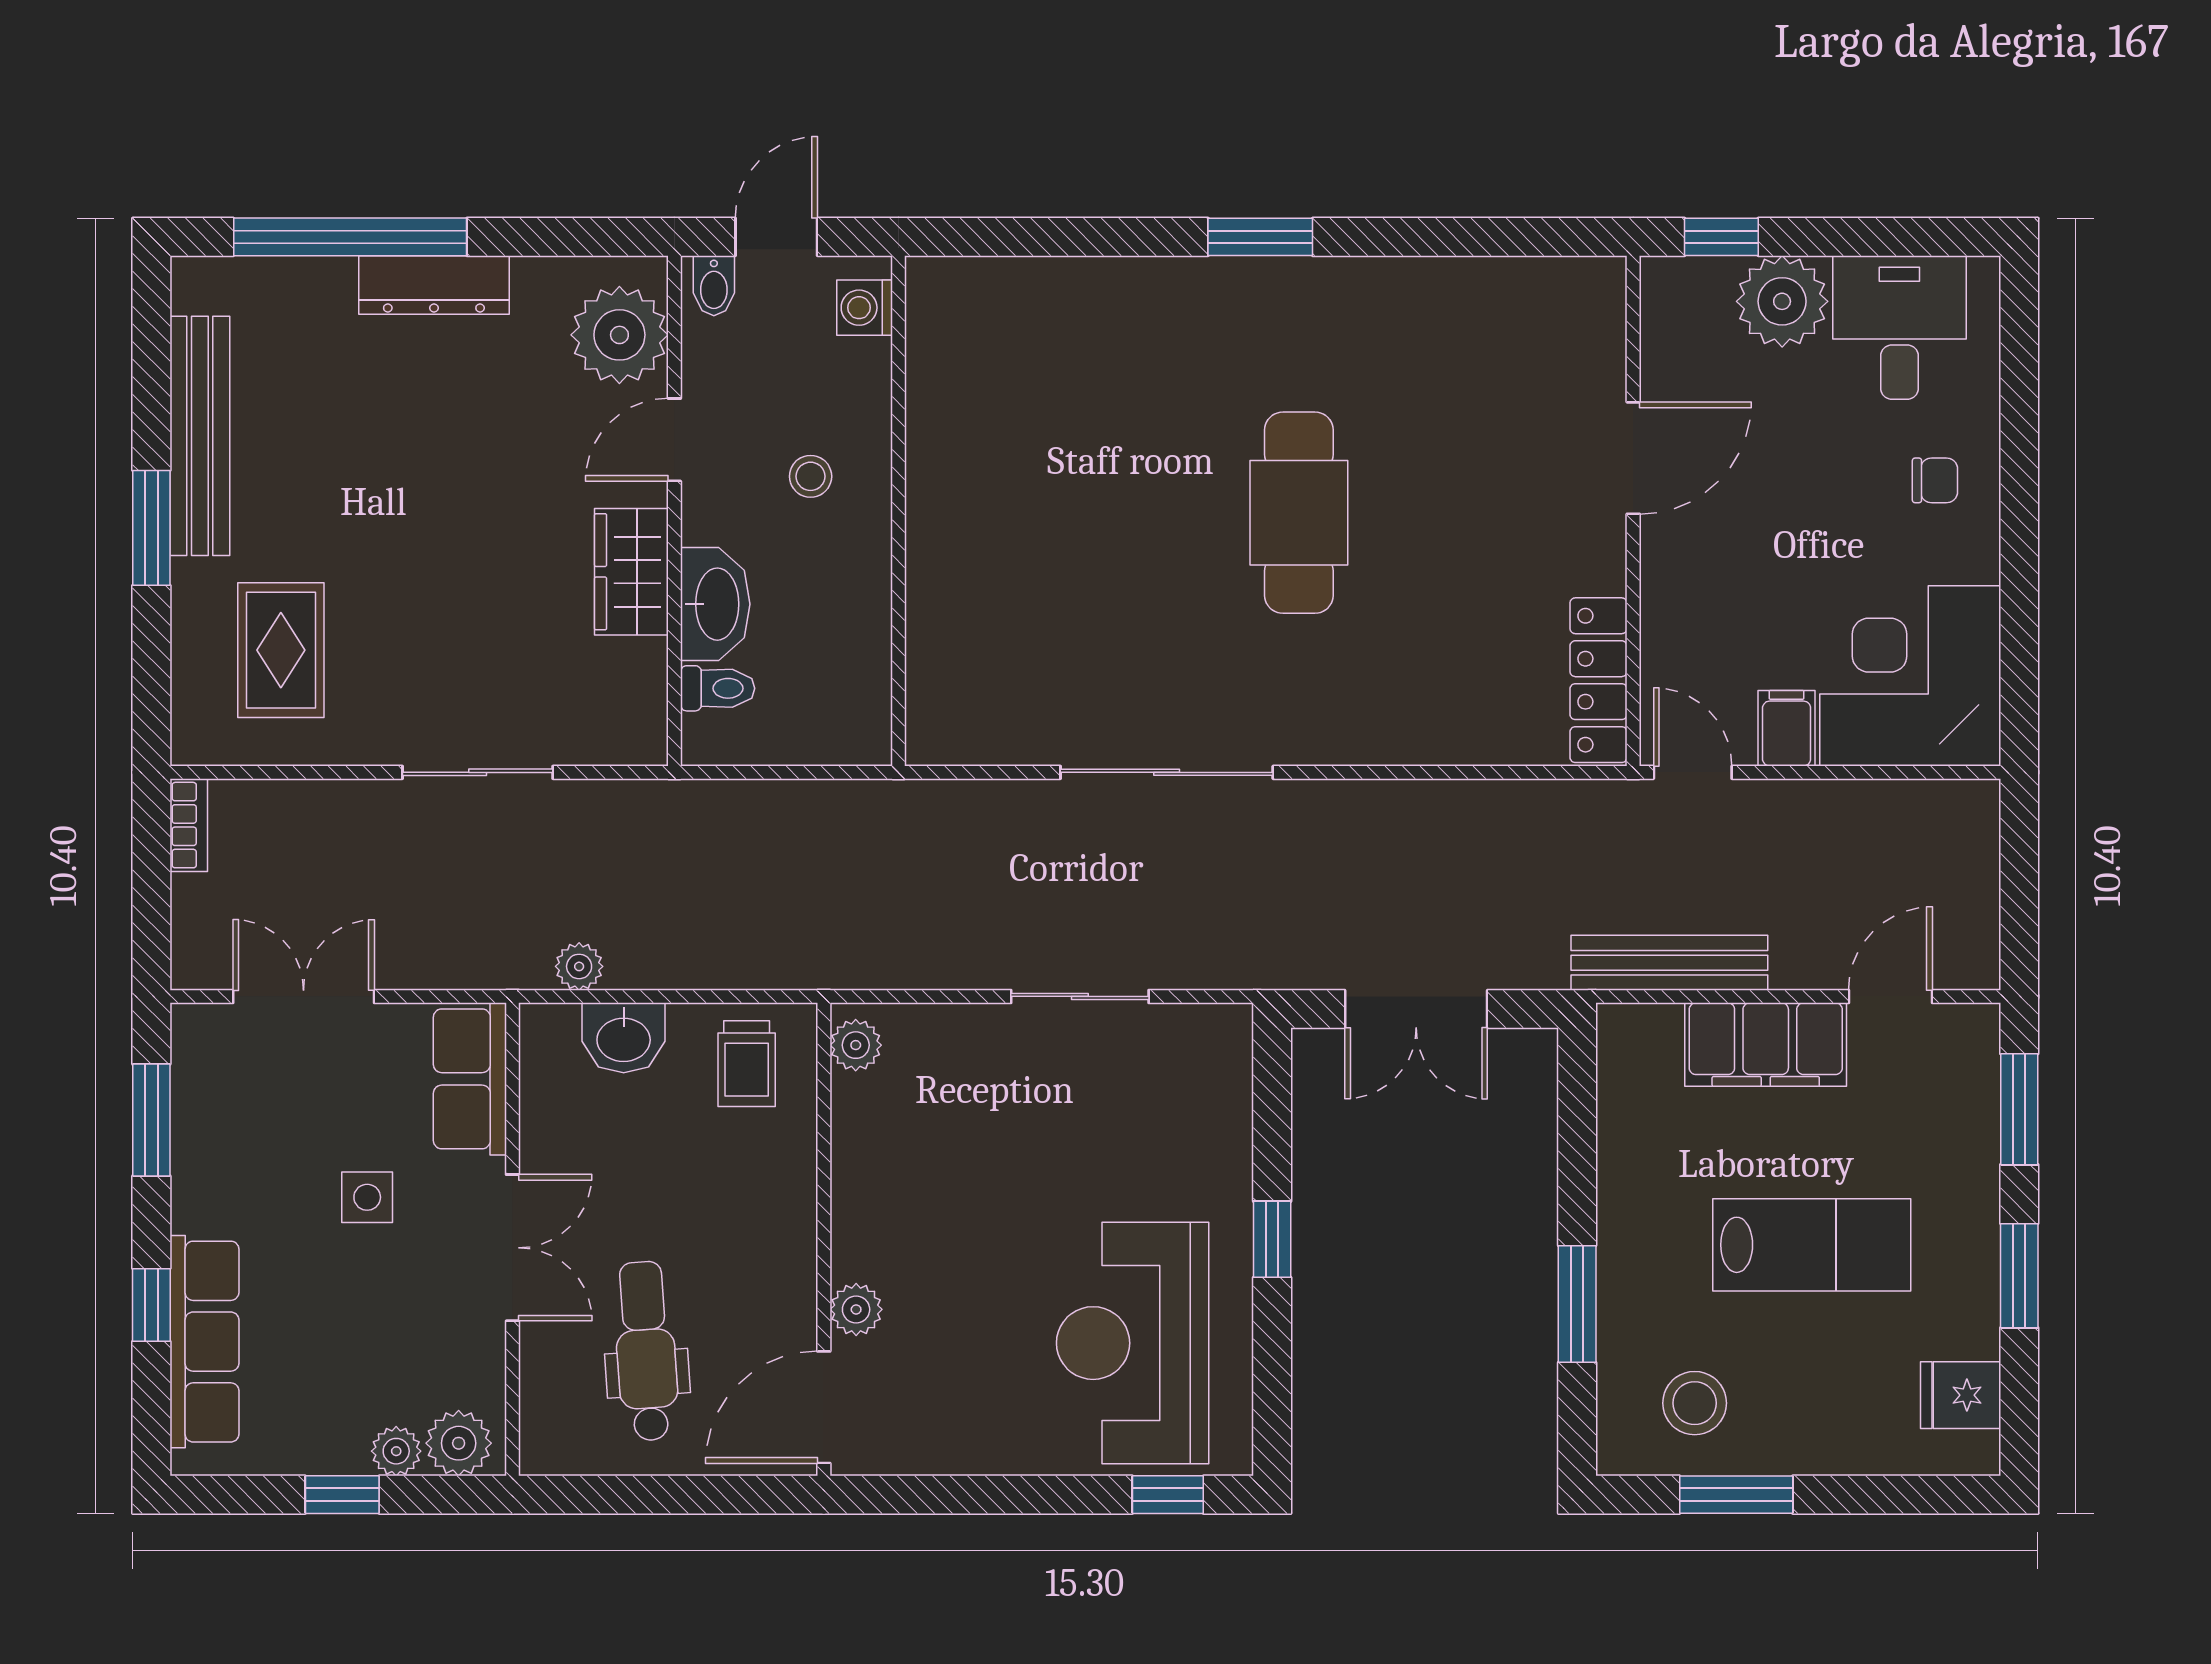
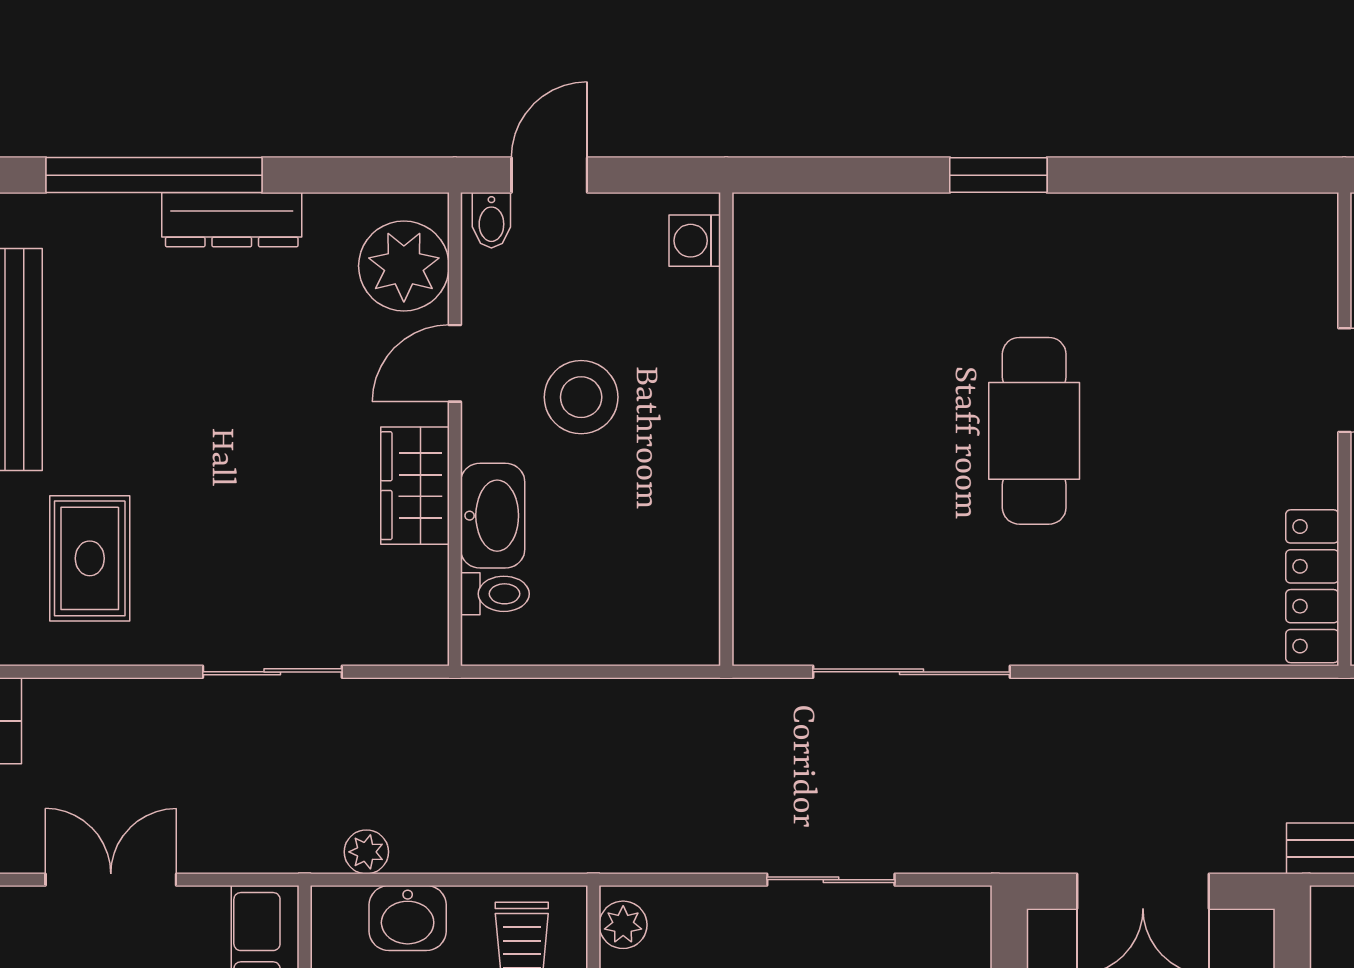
washing machine: (865, 308) -> (695, 241), moved
stool: (811, 476) -> (581, 397), width x1.89, depth x1.89
wall: (899, 511) -> (726, 429), moved

